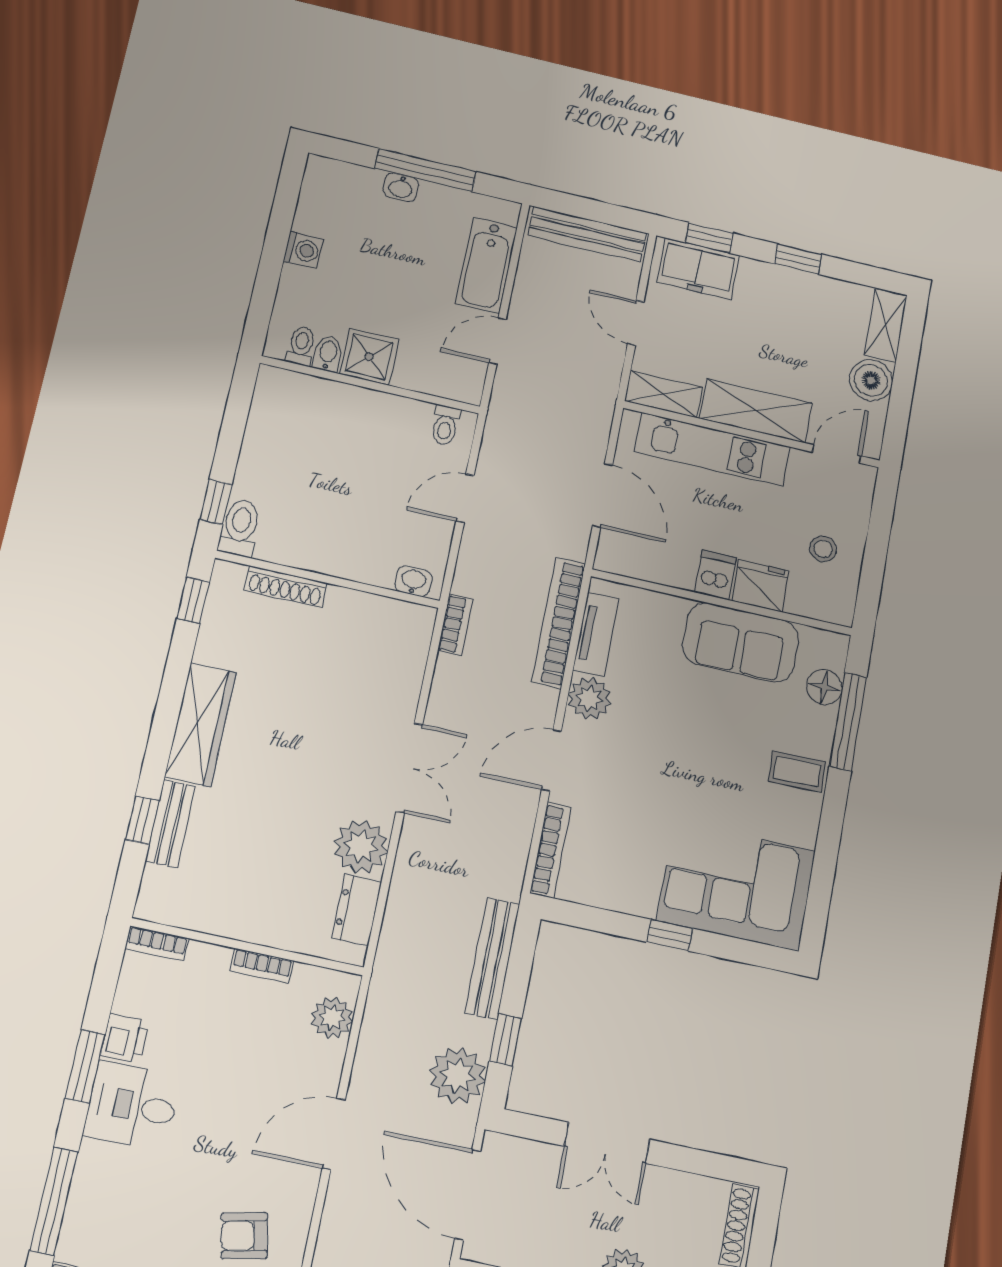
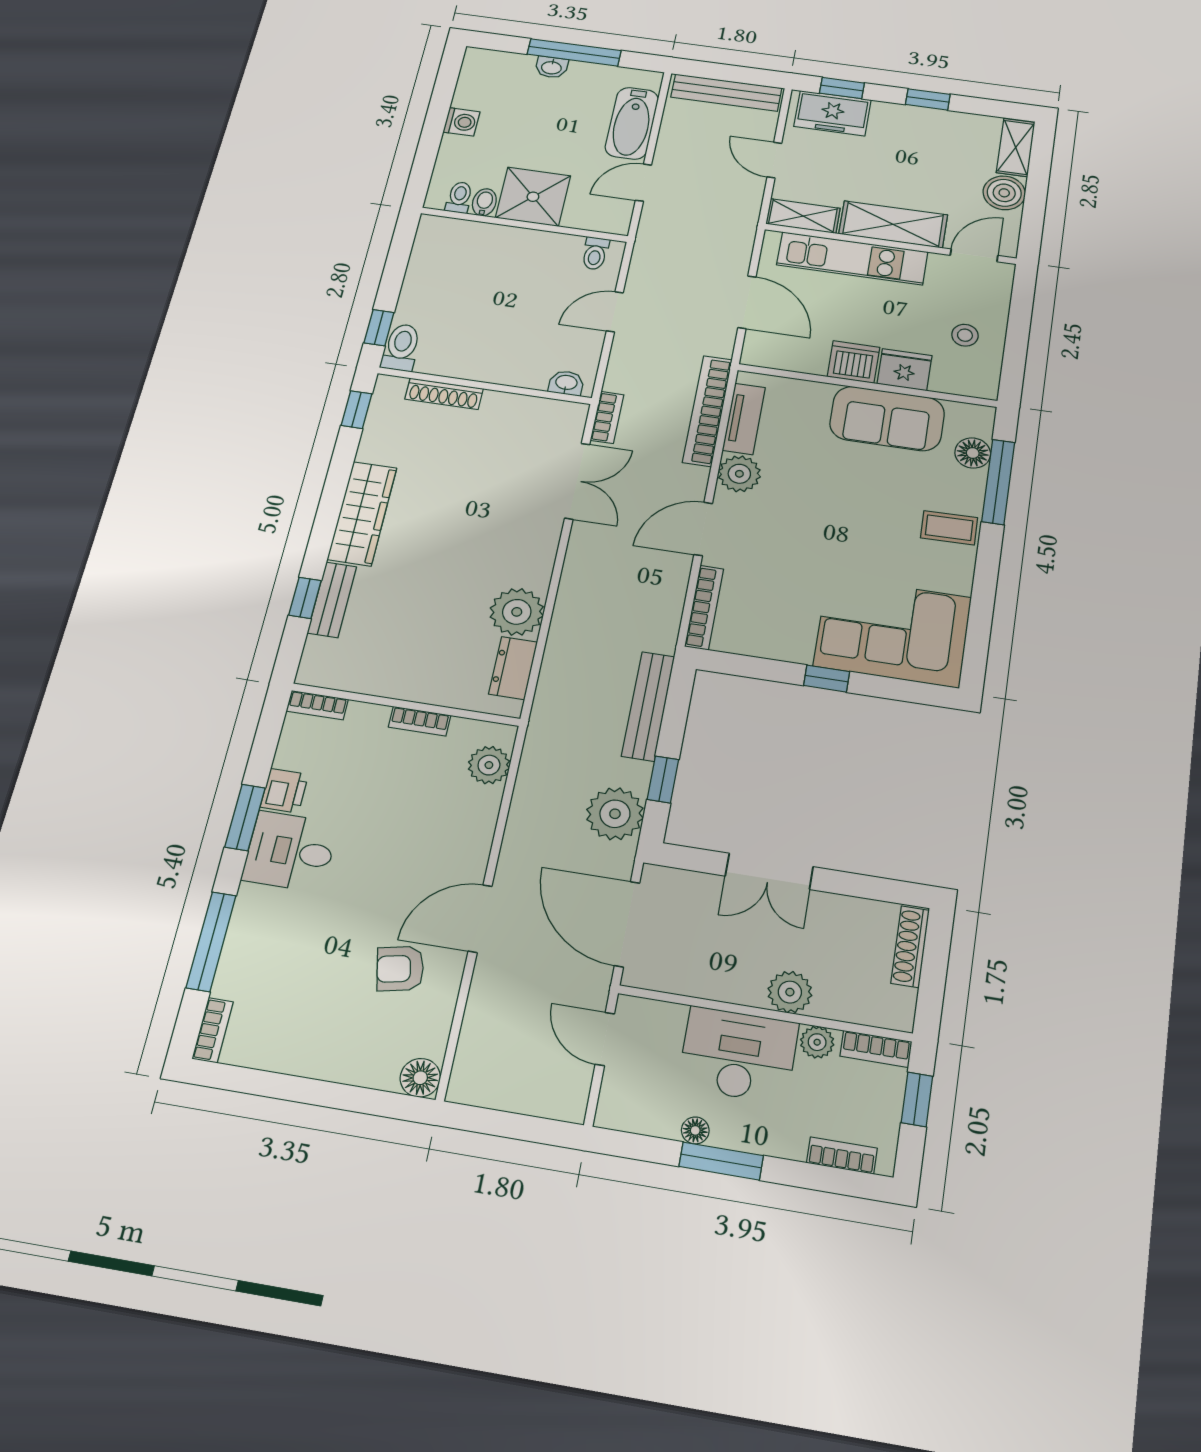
shower: (369, 357) -> (533, 197), width x1.36, depth x1.36
dishwasher: (716, 575) -> (853, 362), width x1.38
double door: (409, 768) -> (577, 481), moved
door: (334, 1134) -> (480, 919), moved

